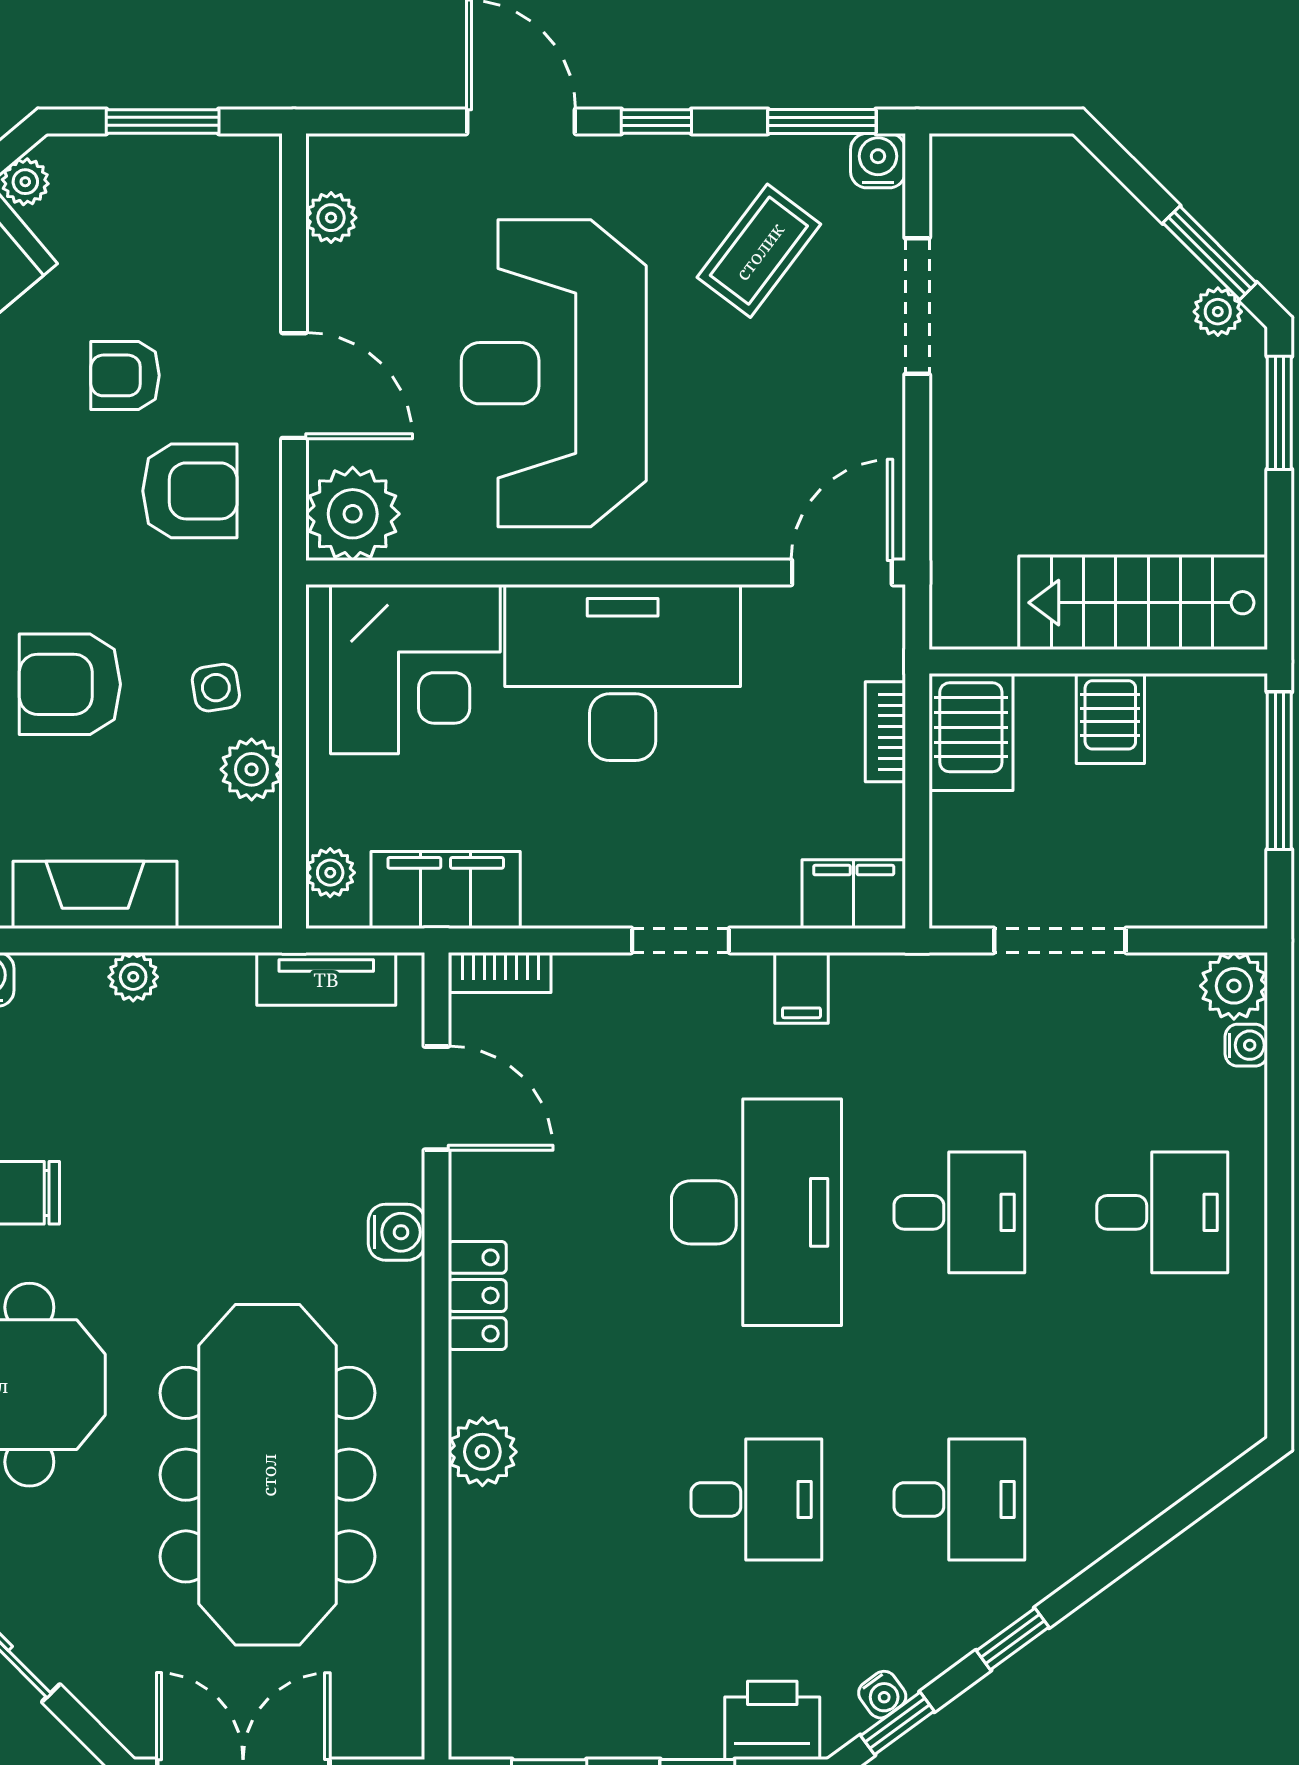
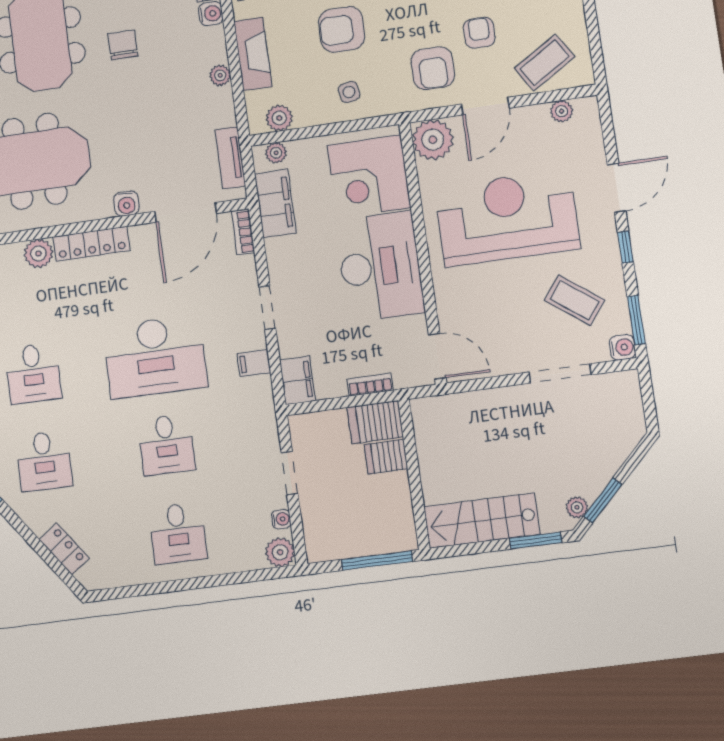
window: (163, 121) -> (593, 32), removed
coffee table: (215, 239) -> (545, 63), added
stairs: (1143, 603) -> (482, 521), moved, turned -90
armchair: (70, 684) -> (342, 29), turned -90
server rack: (1110, 719) -> (386, 457), moved
plant: (252, 769) -> (279, 118), moved
doorway: (1060, 940) -> (290, 473), width x0.73
water cooler: (1246, 1045) -> (281, 519), moved, turned -90
door: (436, 1098) -> (186, 212), width x1.36
locker: (477, 1296) -> (91, 244), width x1.53
locker: (1165, 1478) -> (64, 549), added

